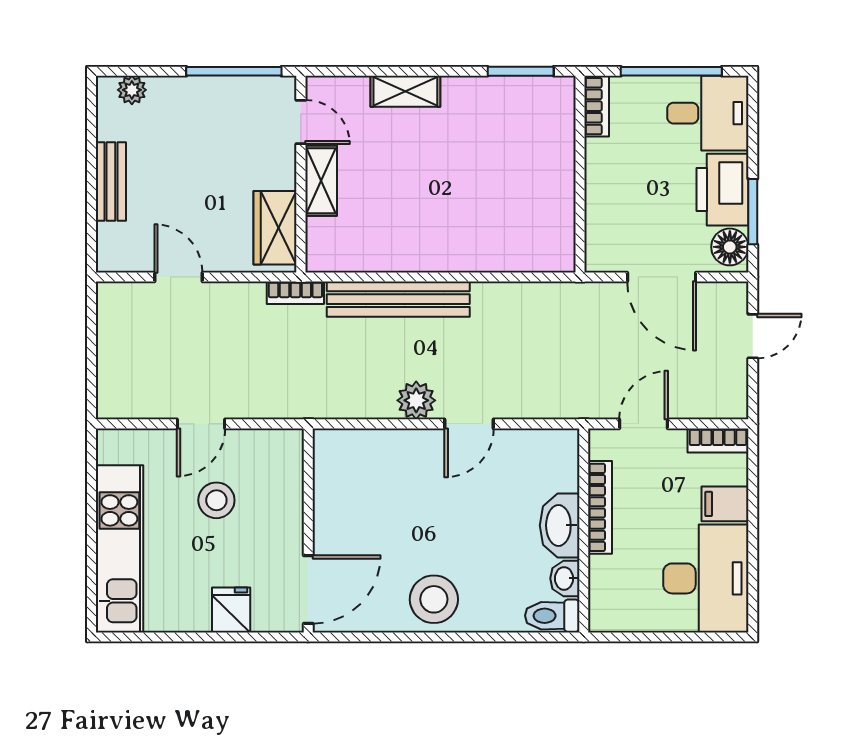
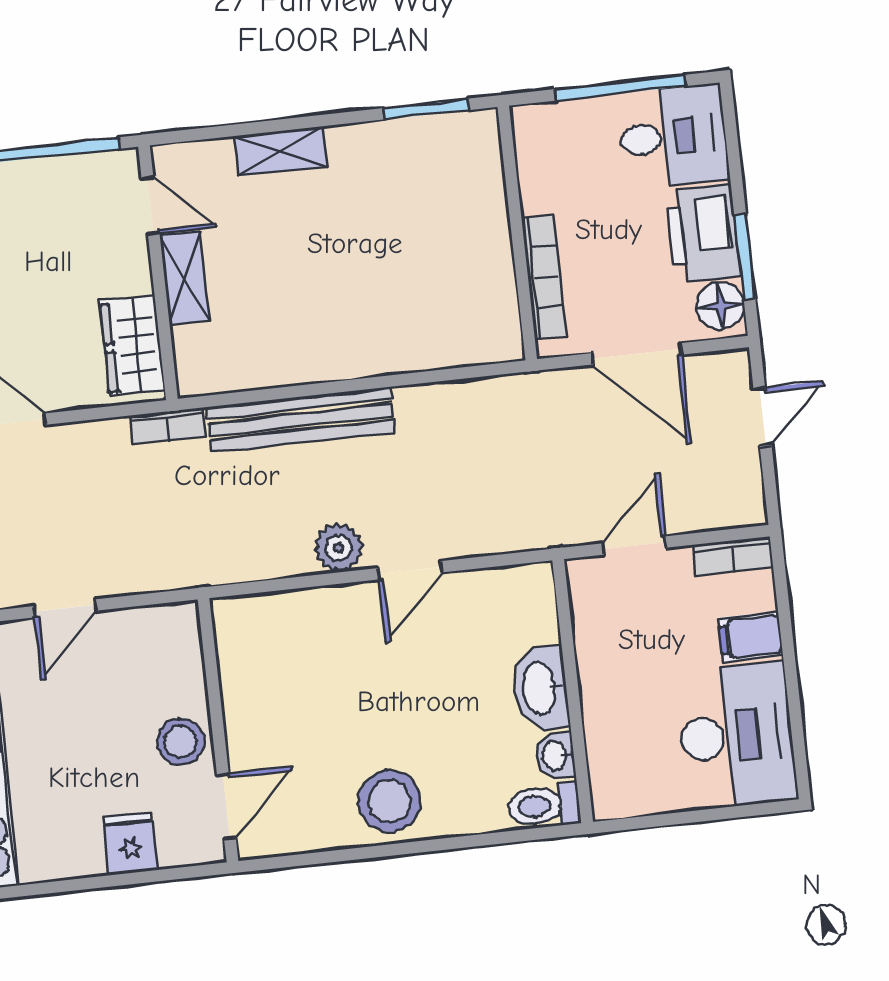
bookcase: (597, 106) -> (544, 277), moved, width x1.56
stool: (216, 500) -> (180, 741), moved
bookcase: (600, 507) -> (590, 659), removed
door: (308, 589) -> (226, 806), width x0.73

